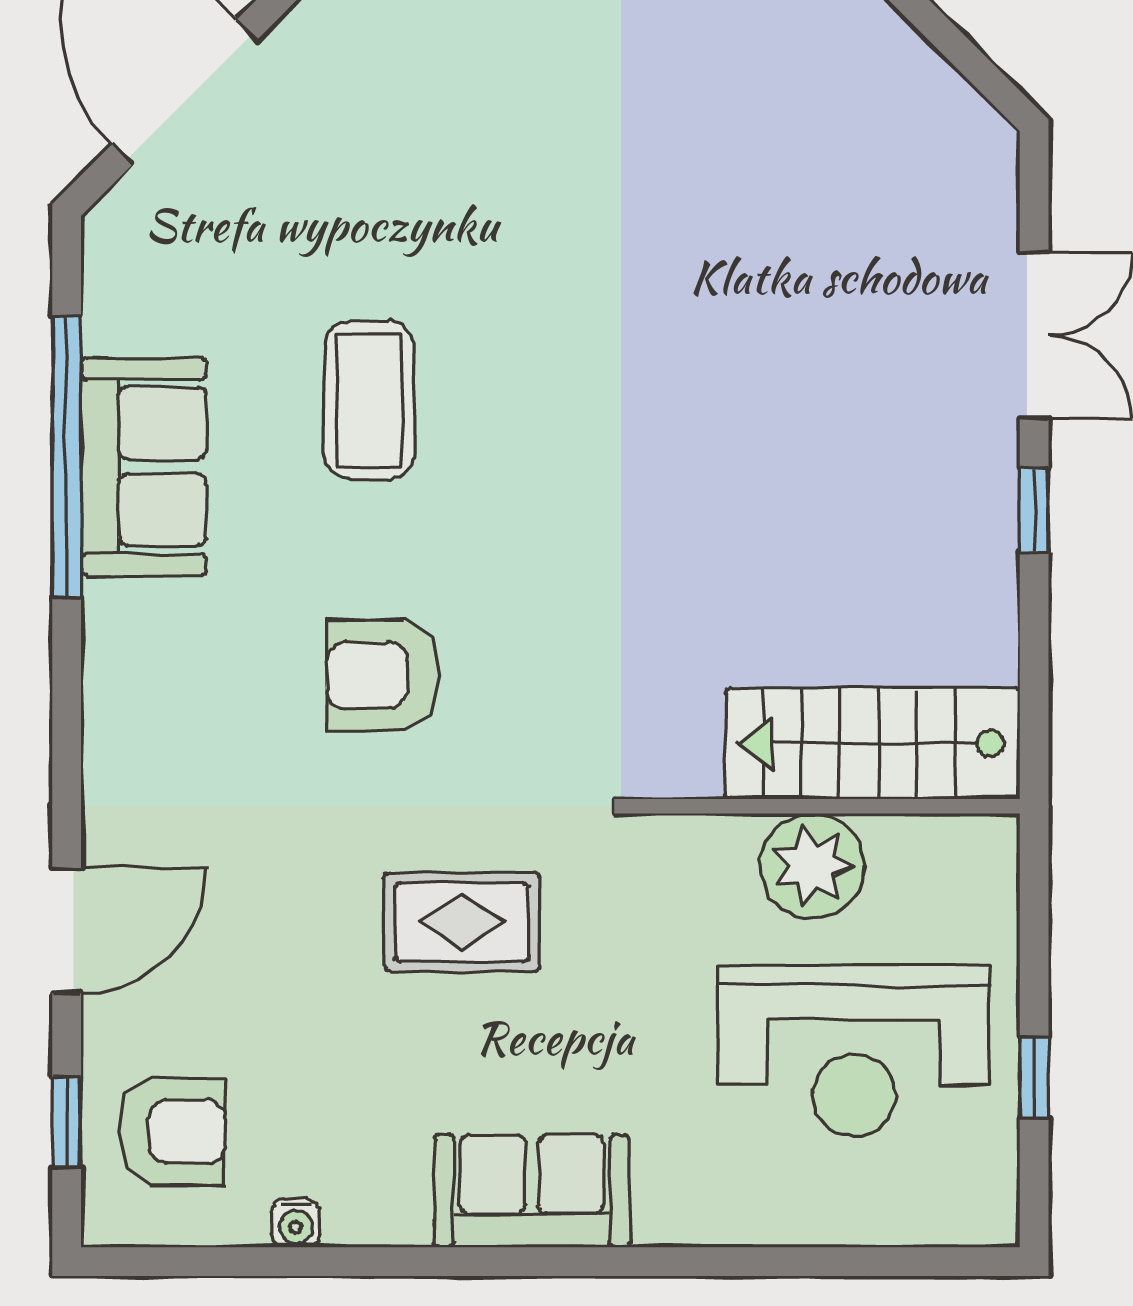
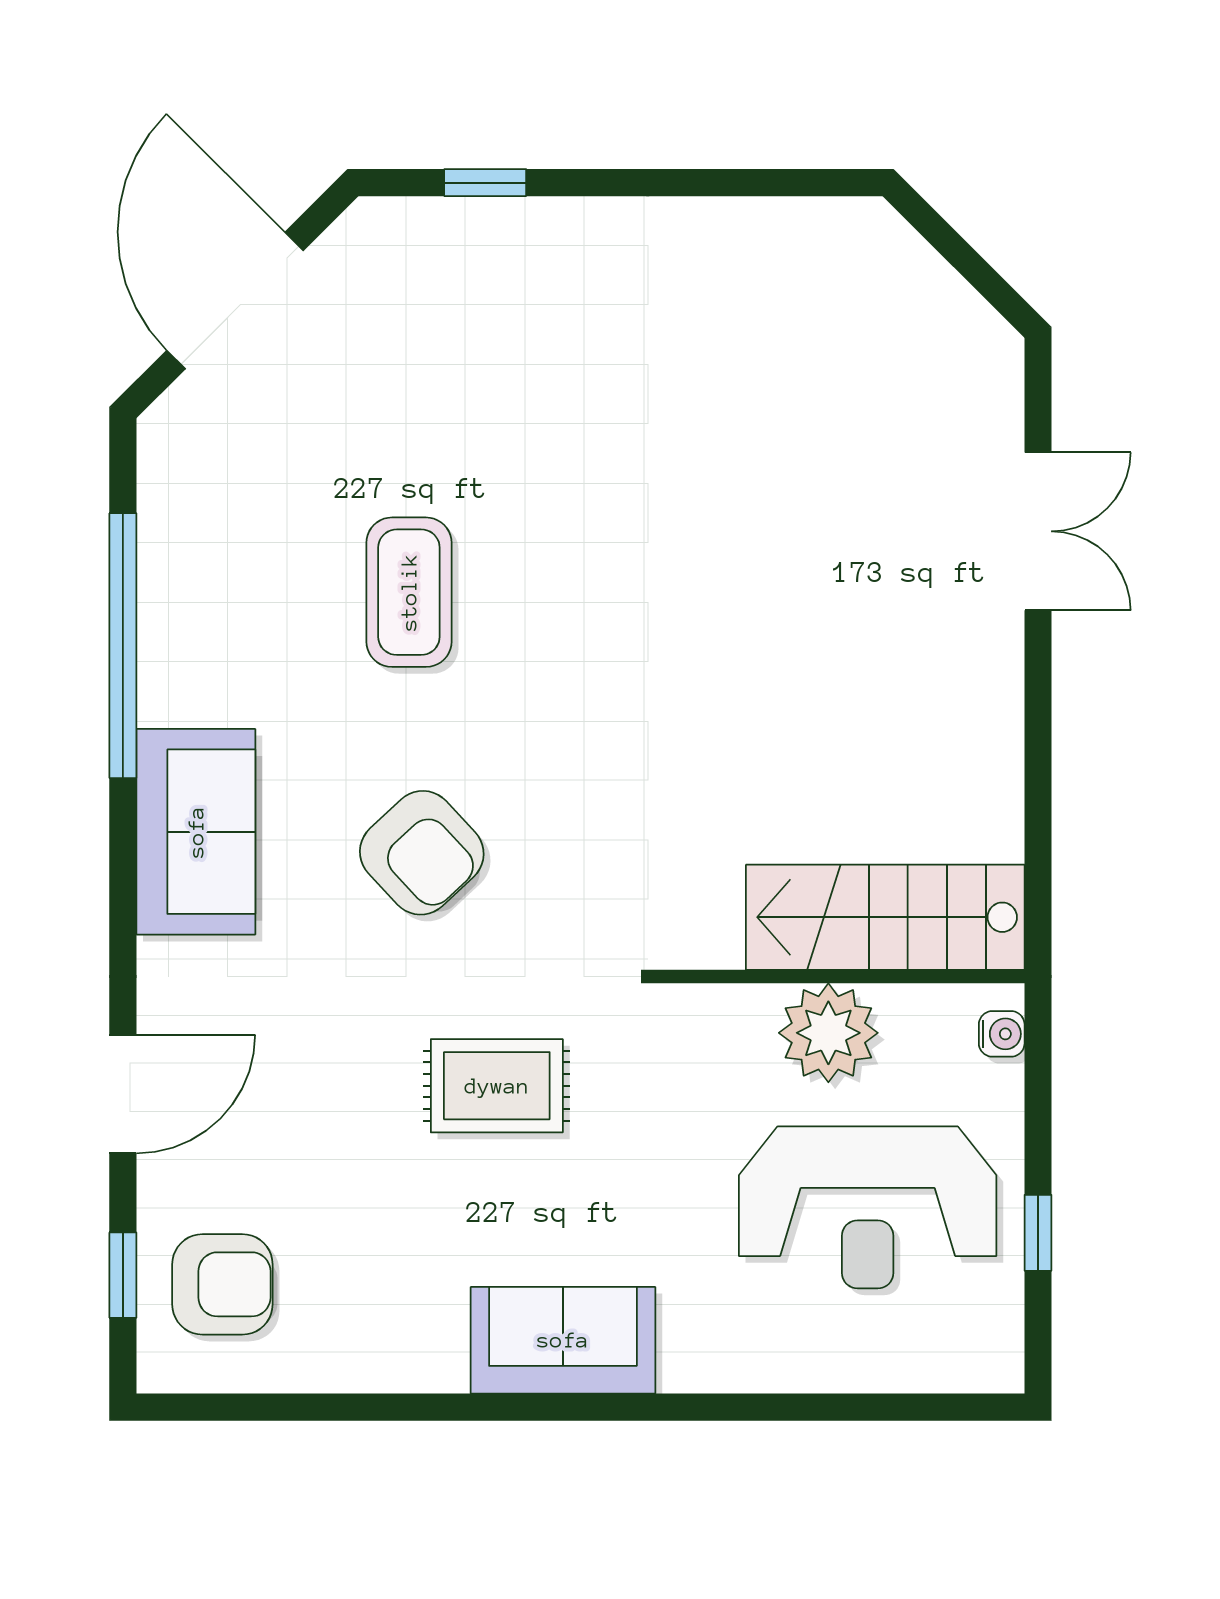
sofa: (144, 466) -> (196, 832), moved
window: (1034, 510) -> (1038, 697), removed
armchair: (382, 675) -> (422, 853), turned -133
water cooler: (296, 1223) -> (1002, 1034), moved, turned -90

